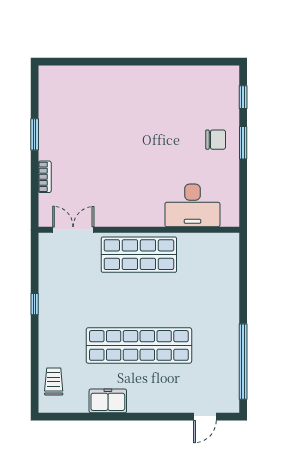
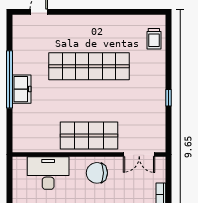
chair: (129, 206) -> (97, 173), added
window: (243, 362) -> (9, 79), moved
freezer: (108, 401) -> (22, 89), moved, turned -90

